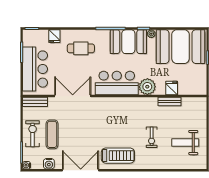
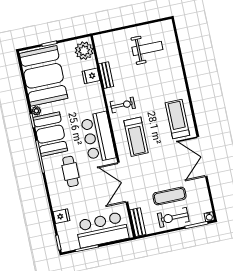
cafe table: (81, 48) -> (70, 171), moved
plant: (147, 87) -> (84, 51), moved
treadmill: (110, 116) -> (136, 137), added
exercise bike: (152, 137) -> (123, 105), moved
weight bench: (185, 143) -> (147, 48), turned -90
water cooler: (49, 164) -> (202, 193), removed

